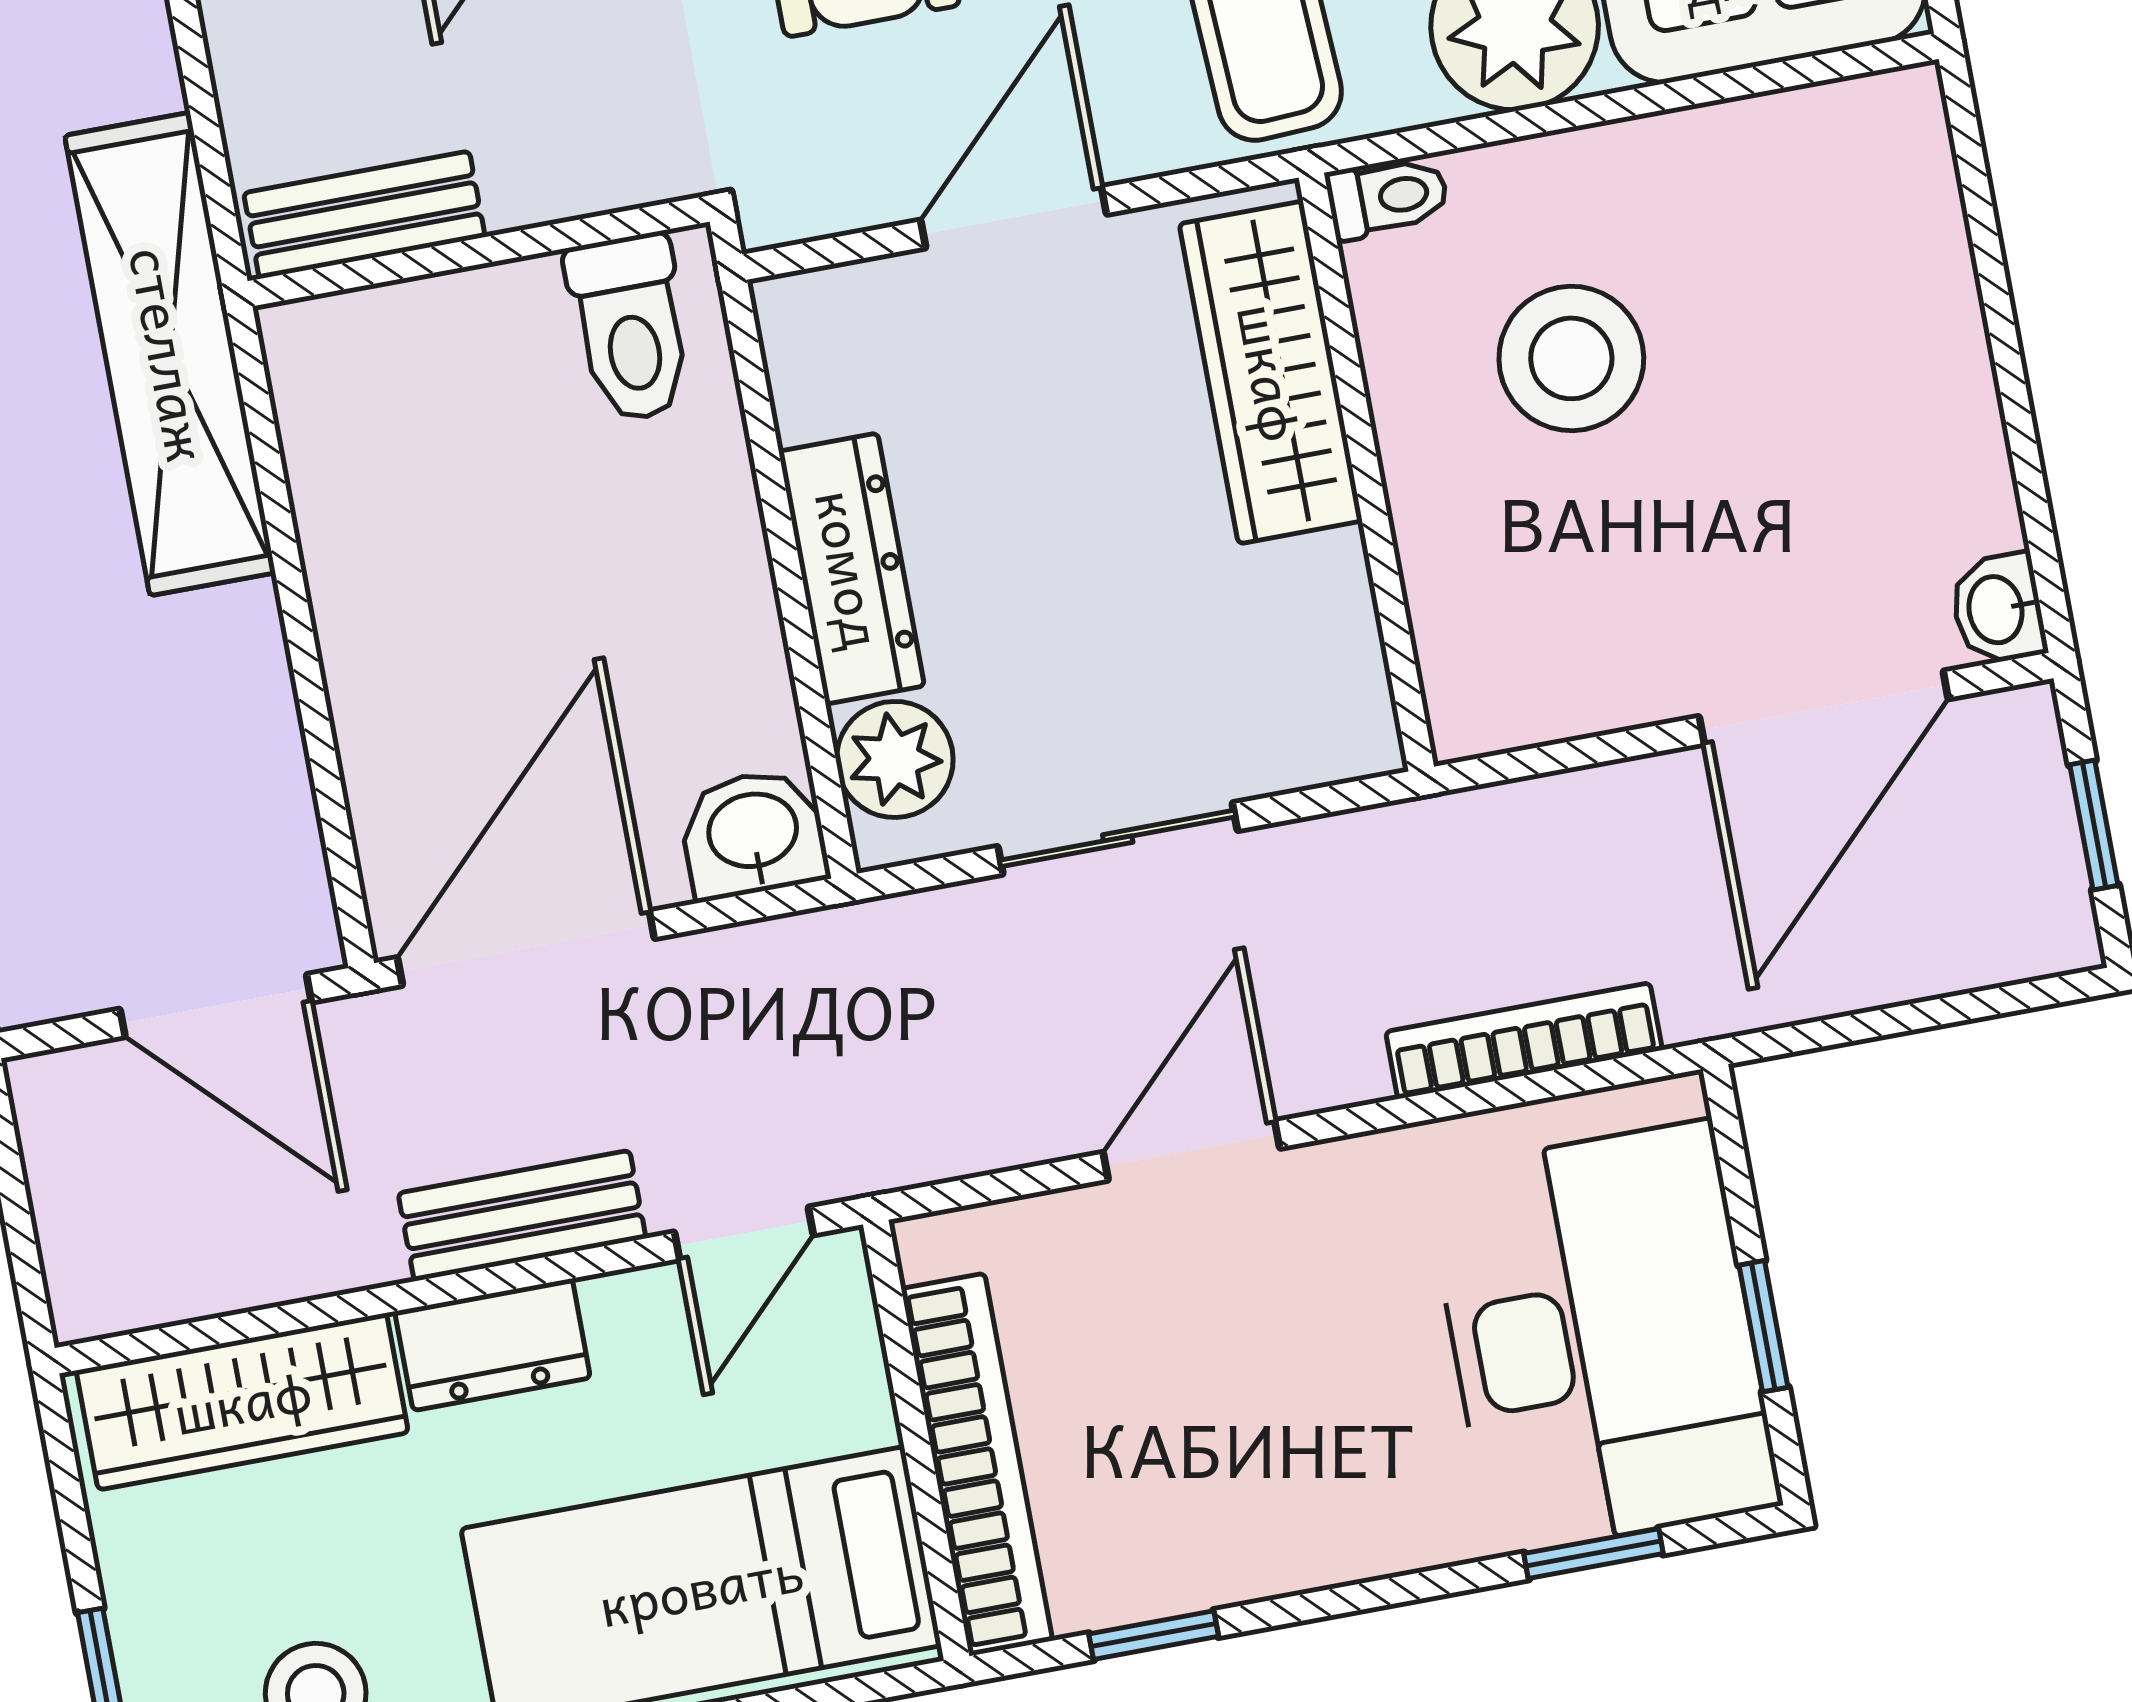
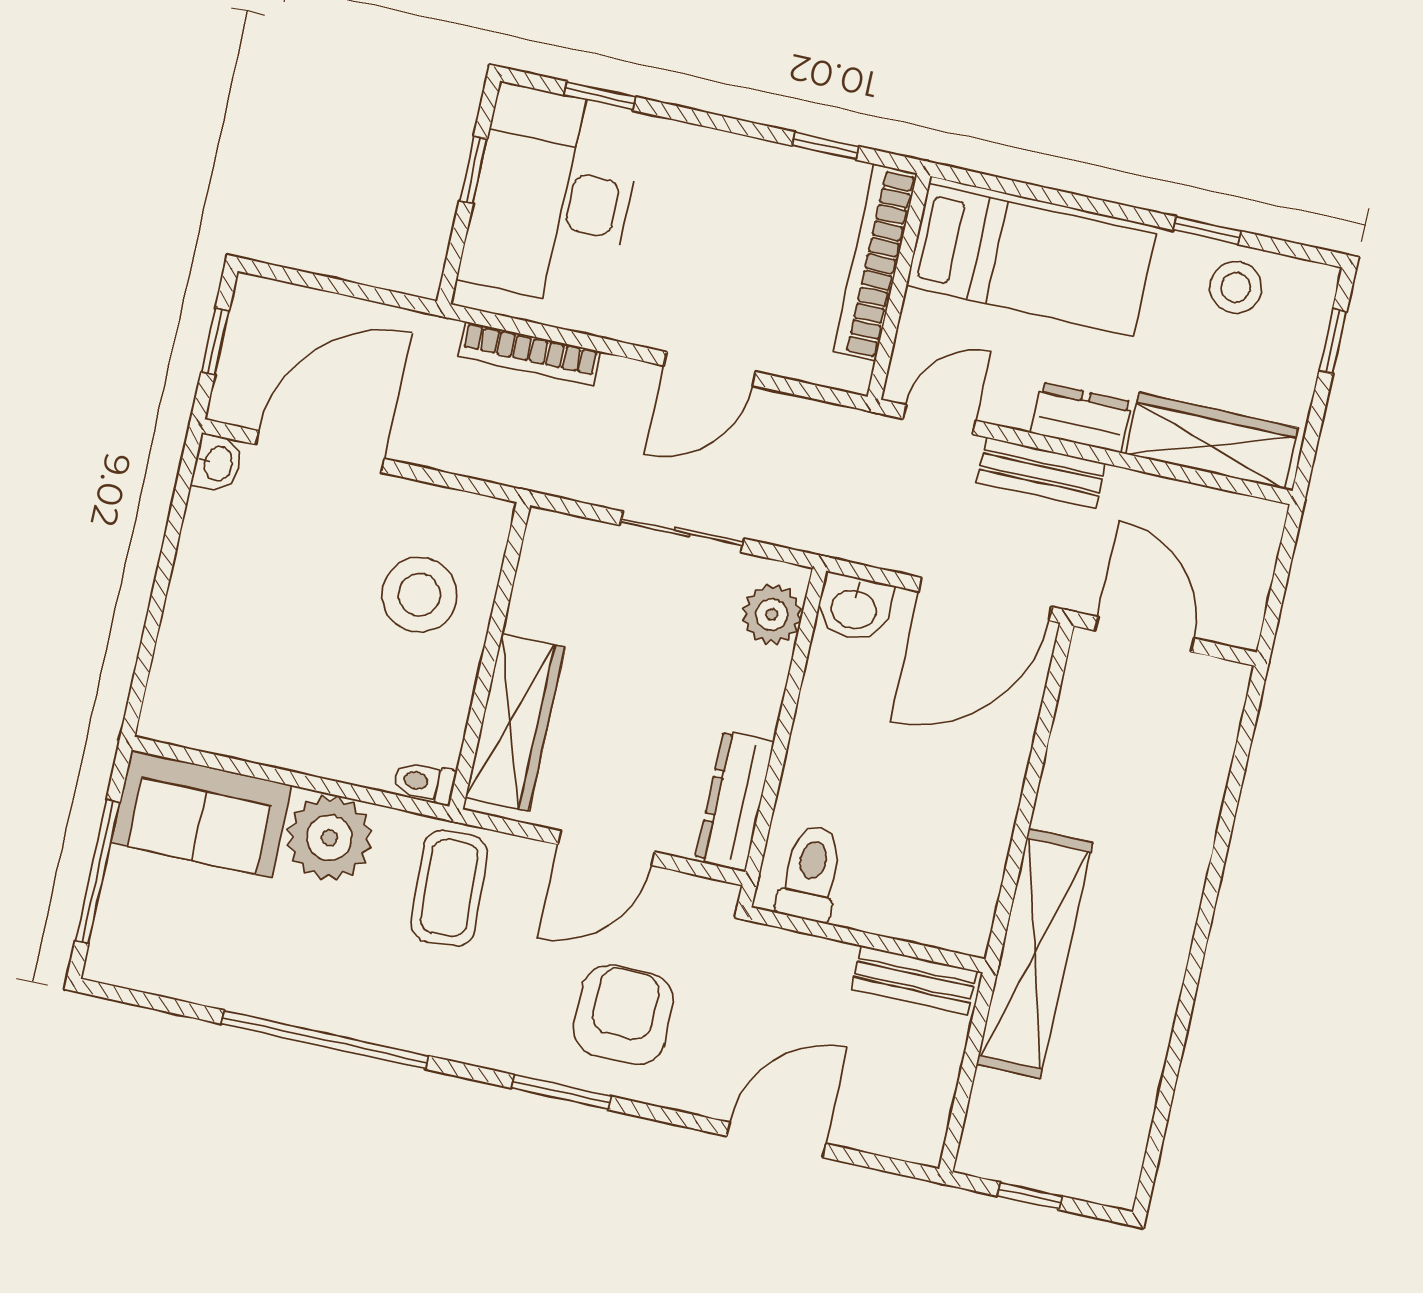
stool: (1571, 358) -> (419, 595), moved
dresser: (851, 569) -> (735, 800), moved

